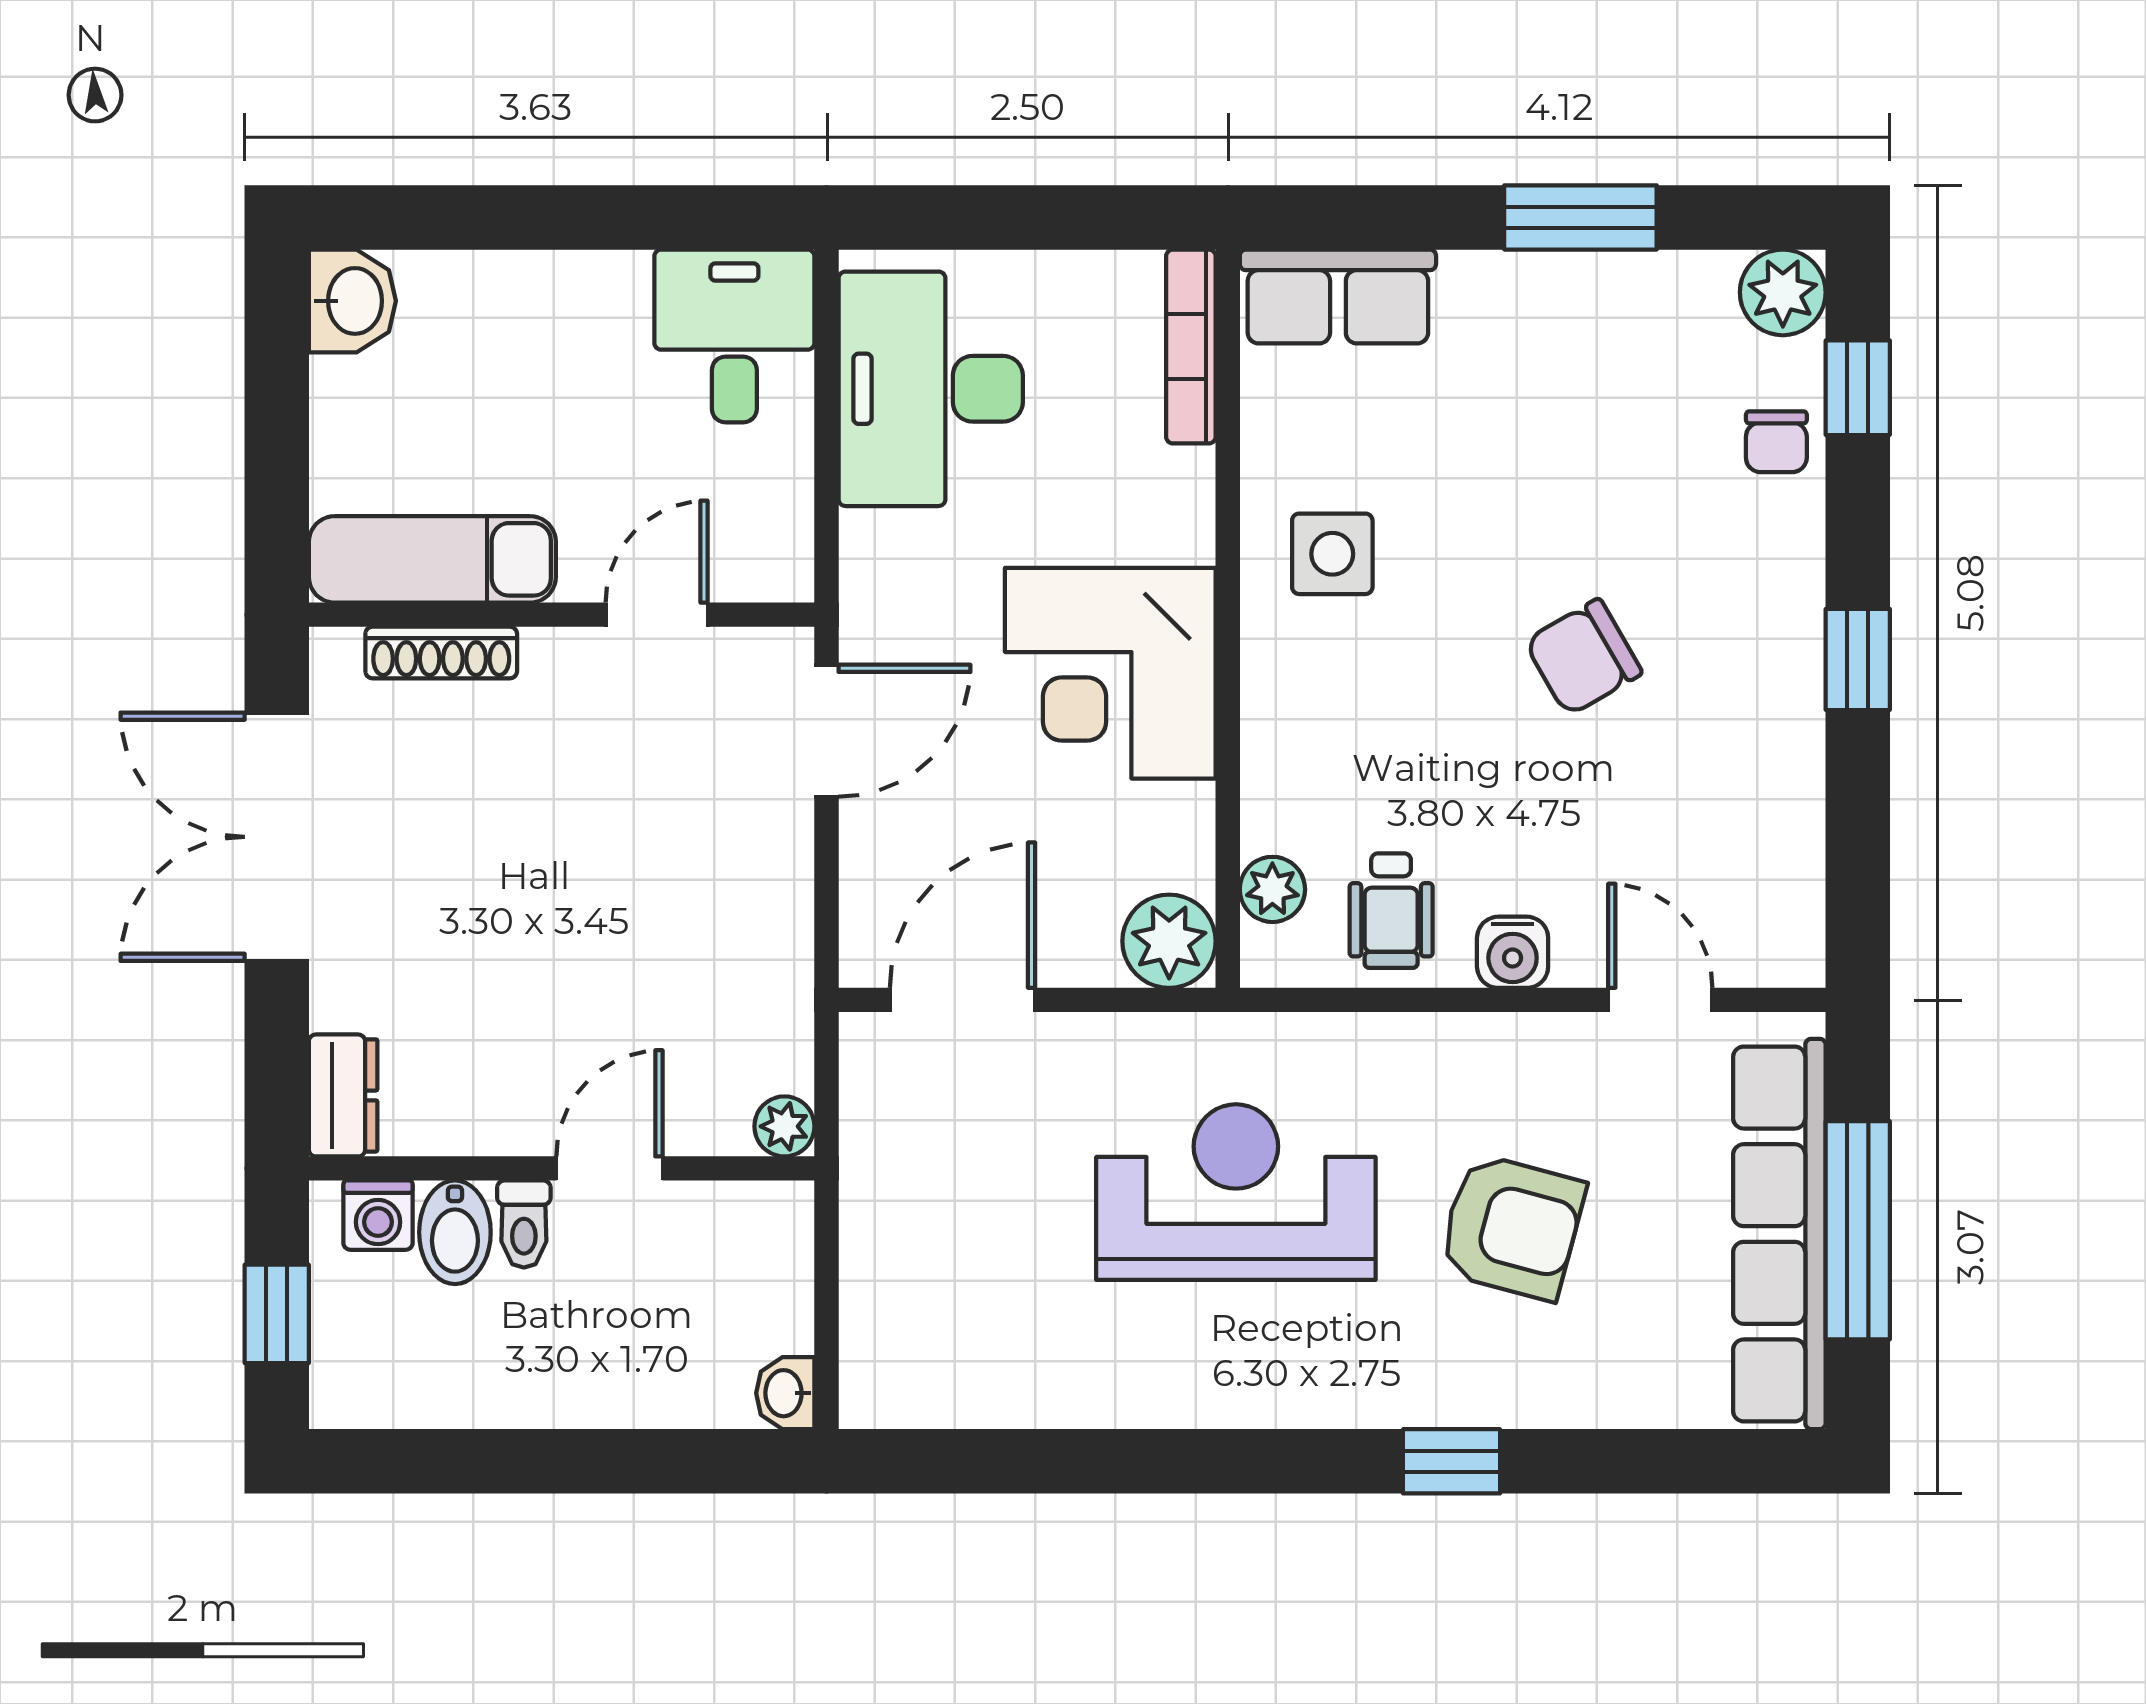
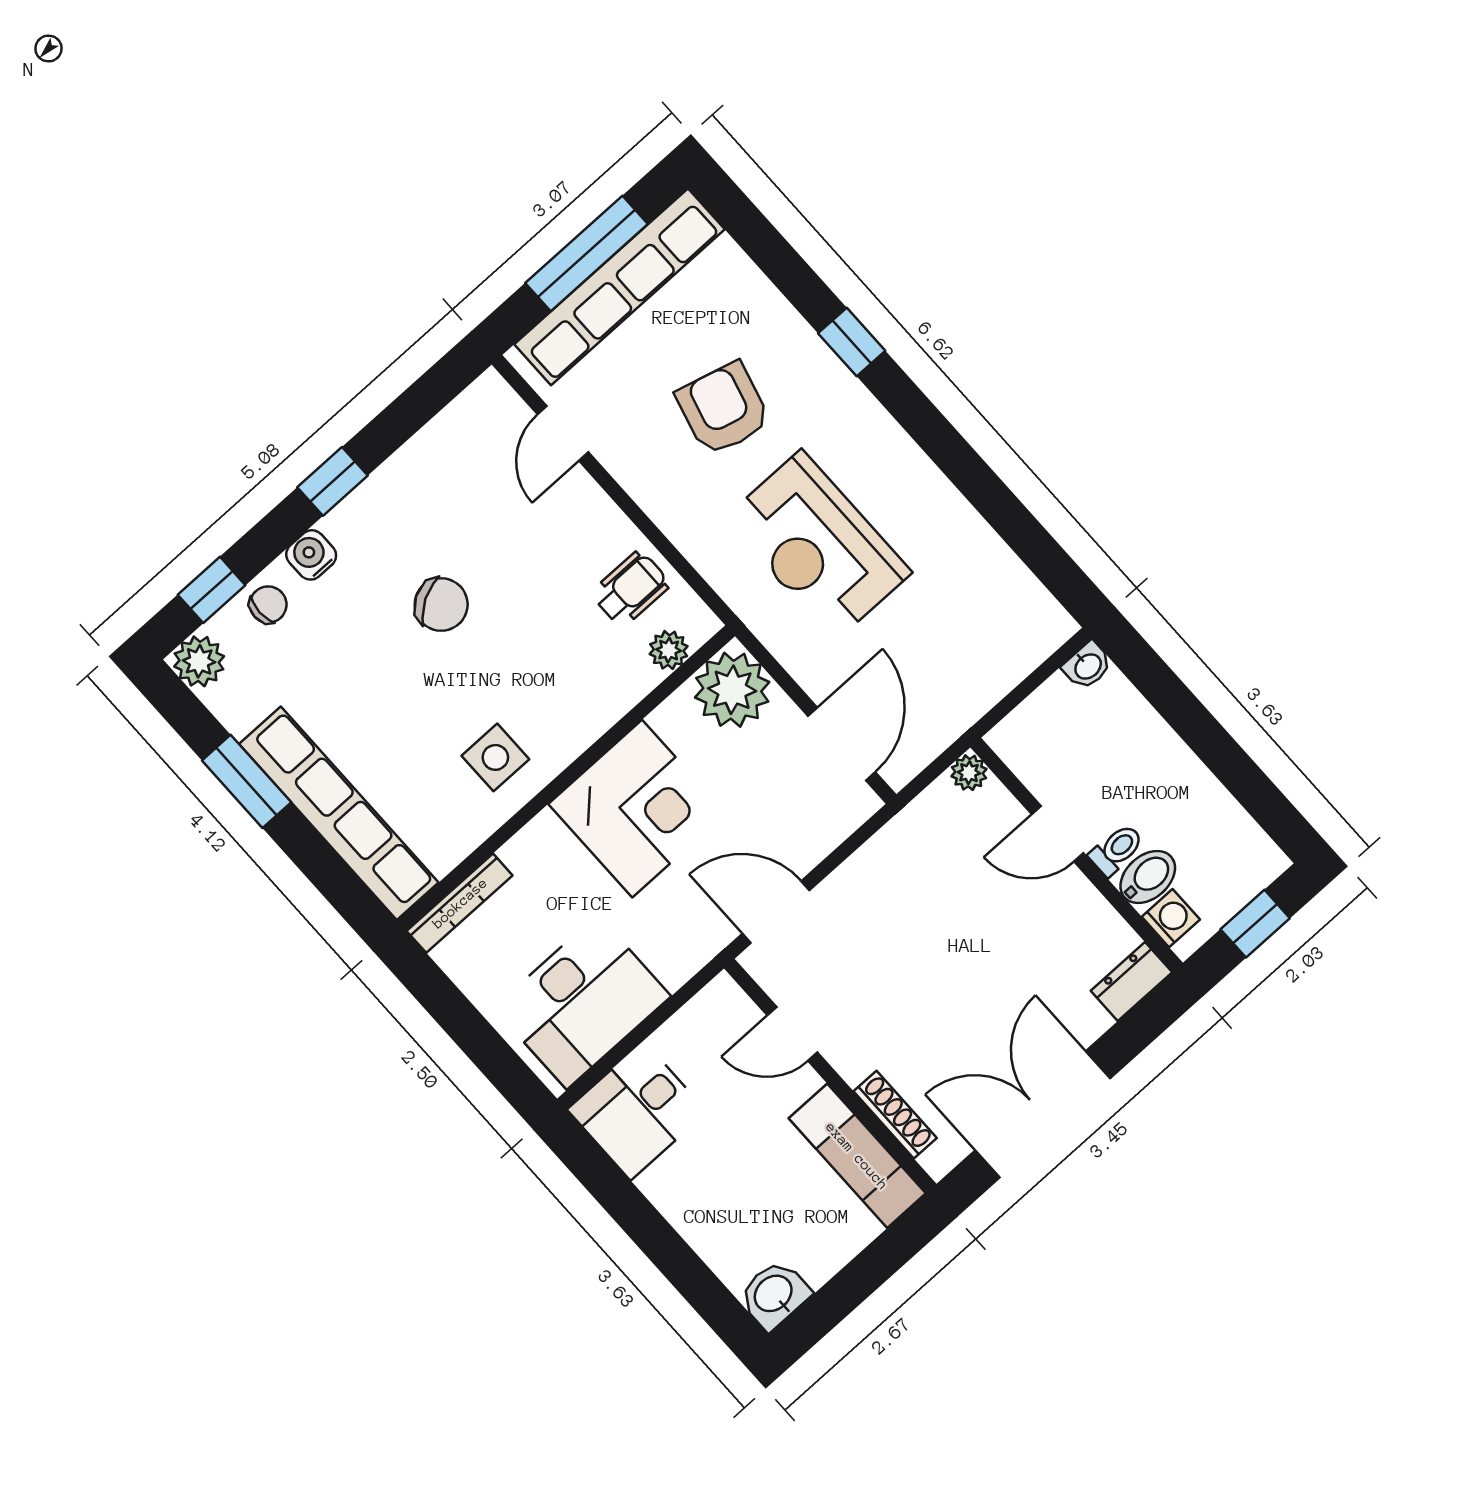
row of seats: (1338, 296) -> (339, 813), width x2.02
double door: (277, 837) -> (1043, 1114), swing flipped
plant: (1169, 941) -> (732, 690), width x1.36, depth x1.36
water cooler: (1513, 952) -> (311, 555), moved, turned -90
door: (962, 1000) -> (842, 744), swing flipped

